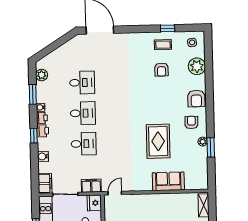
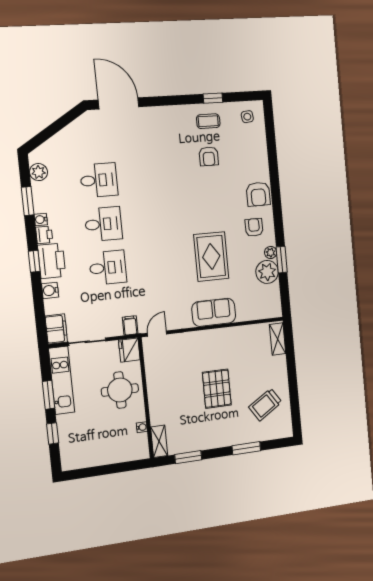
plant: (197, 66) -> (267, 272), moved
printer: (43, 131) -> (52, 261), width x1.87, depth x1.48
sofa: (168, 181) -> (214, 312), moved
filing cabinet: (91, 186) -> (130, 325), width x0.50

